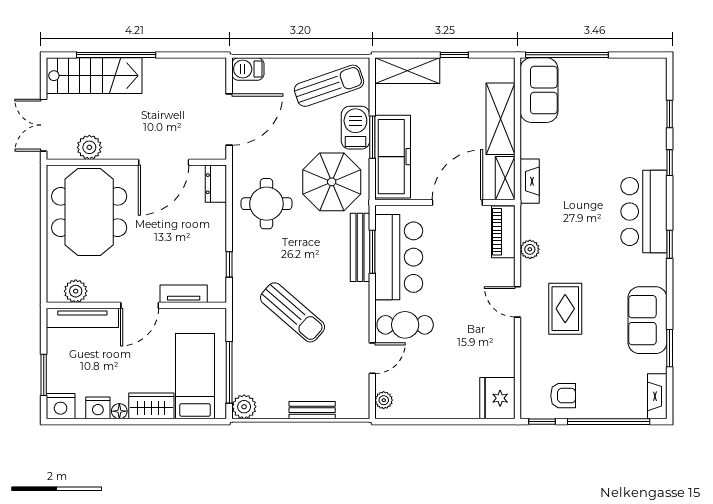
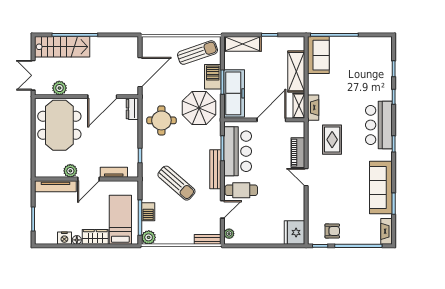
barbecue: (248, 69) -> (148, 212), moved, turned -90
piano: (503, 232) -> (298, 153), moved
bench: (360, 247) -> (215, 169), moved
plant: (530, 249) -> (313, 147), removed
plant: (76, 291) -> (70, 171), moved
rug: (565, 309) -> (332, 140), moved
sofa: (647, 320) -> (381, 188), width x1.36
nightstand: (61, 406) -> (43, 237), removed
bench: (312, 410) -> (208, 239), moved

